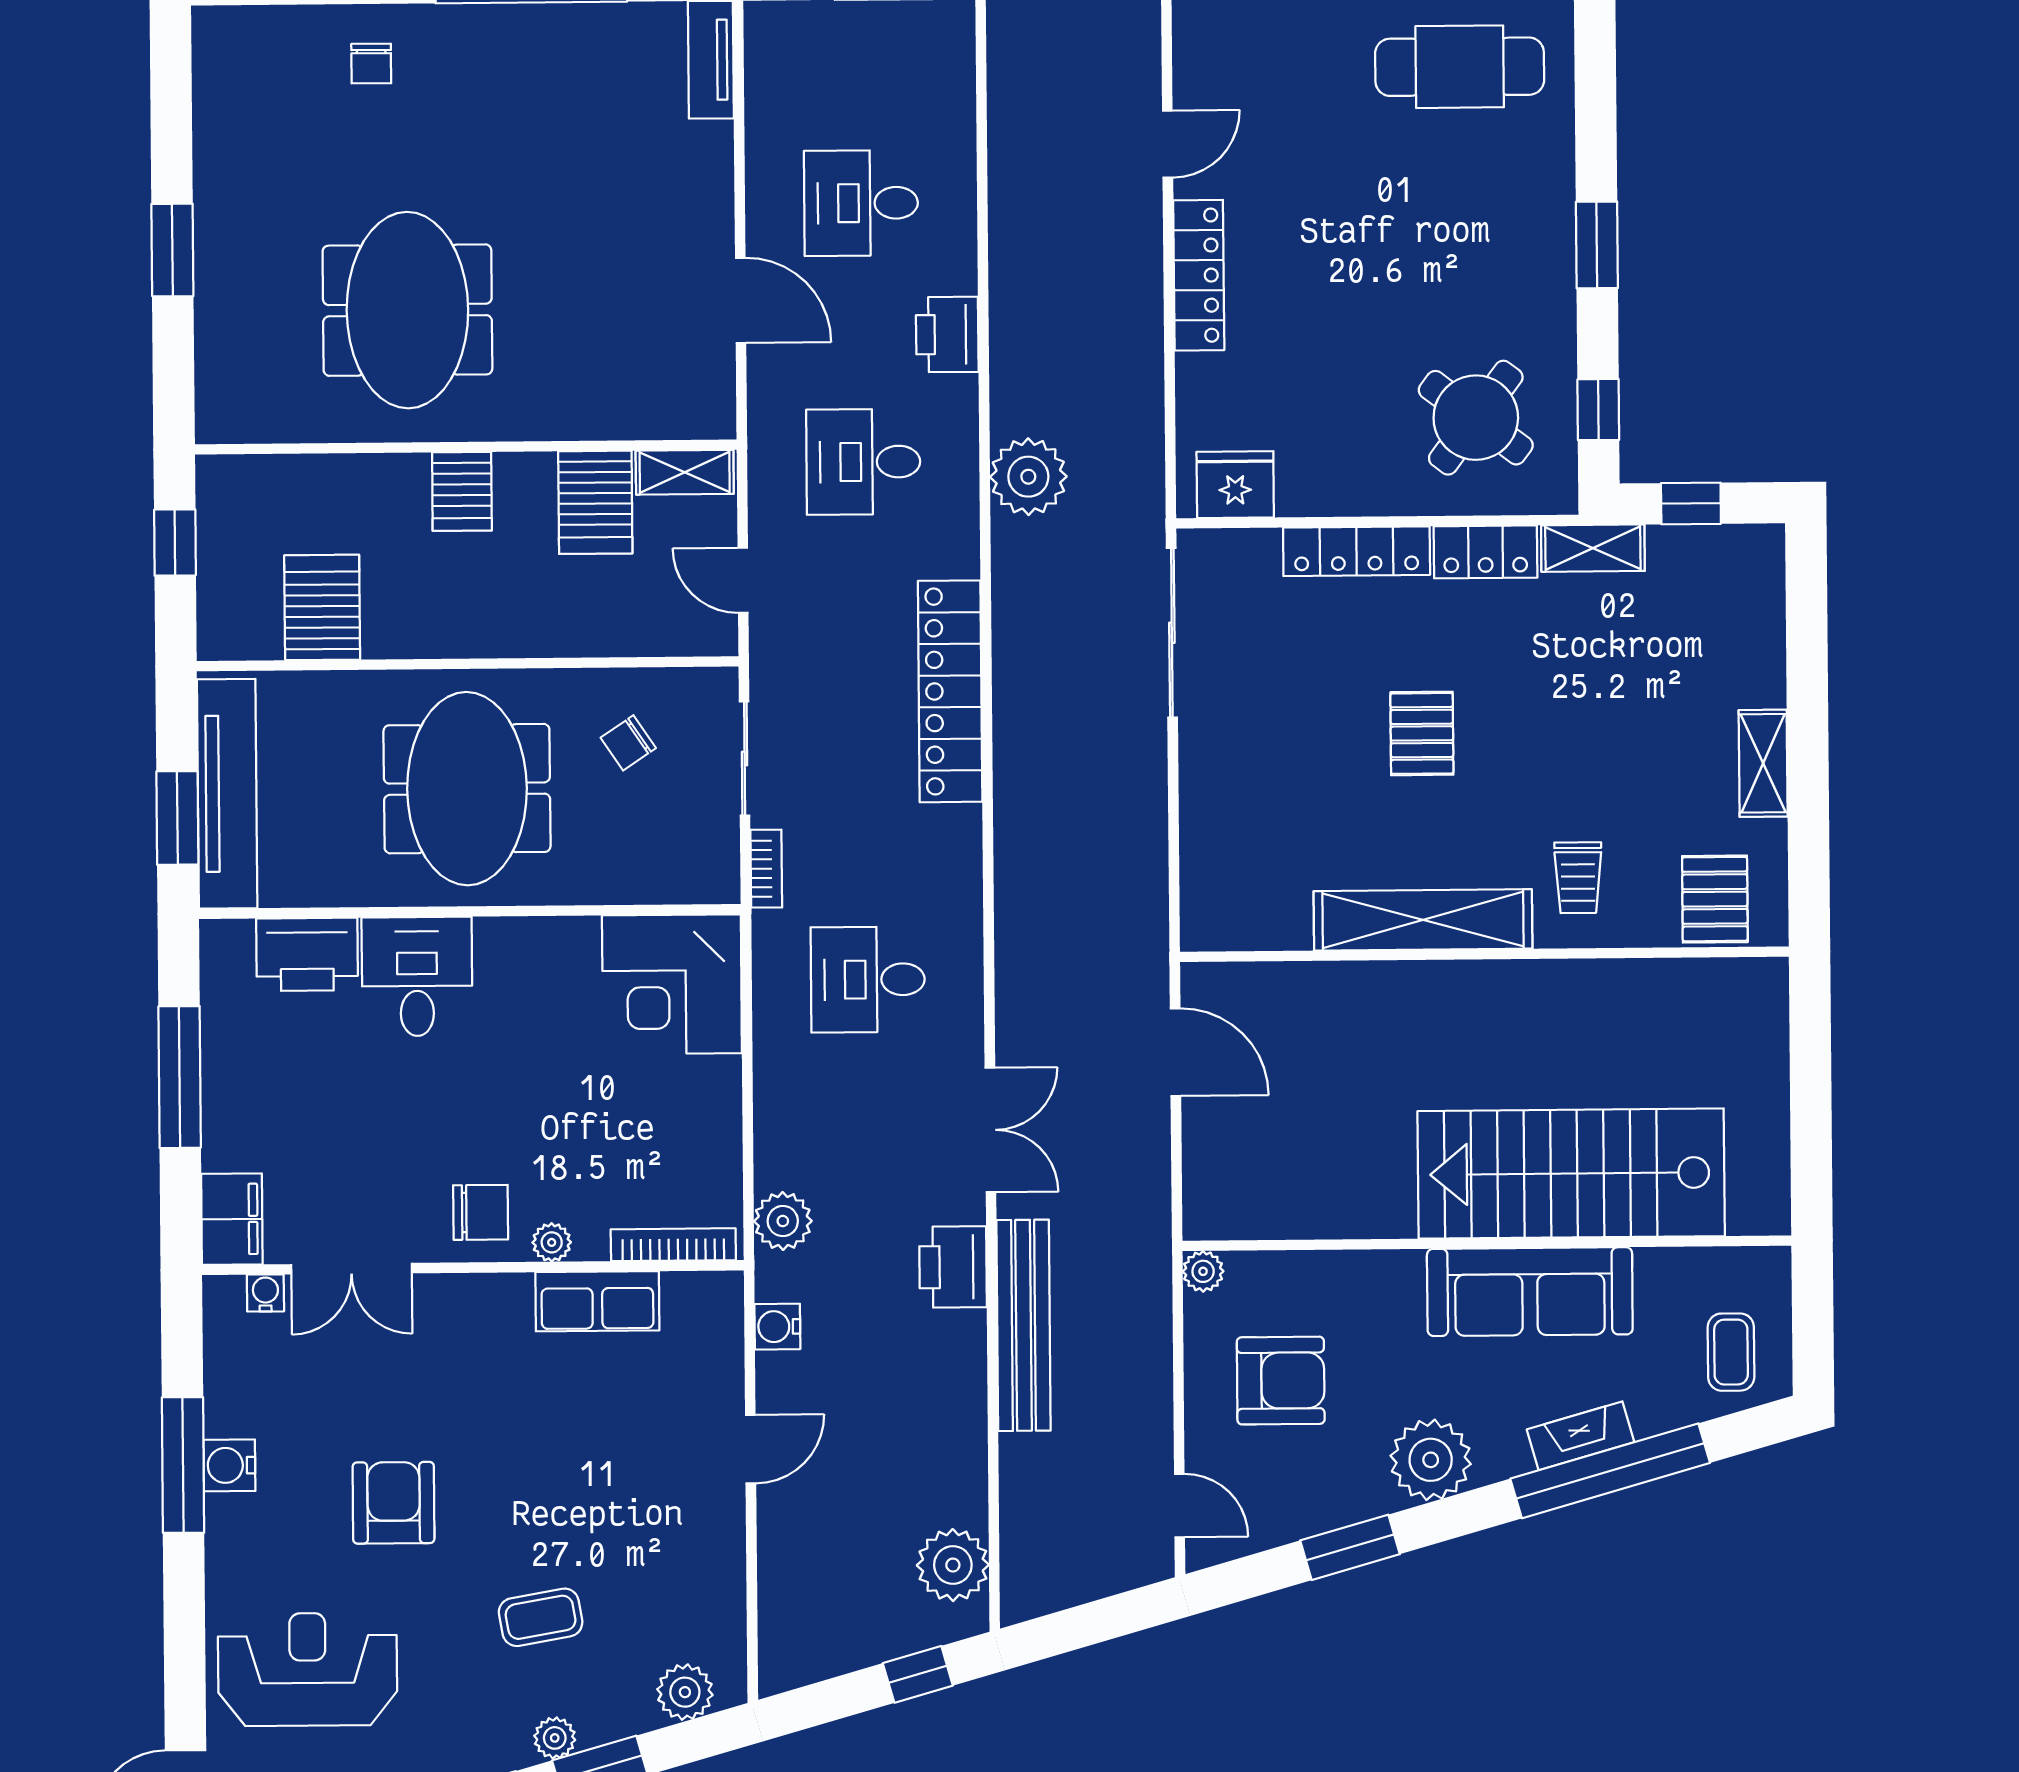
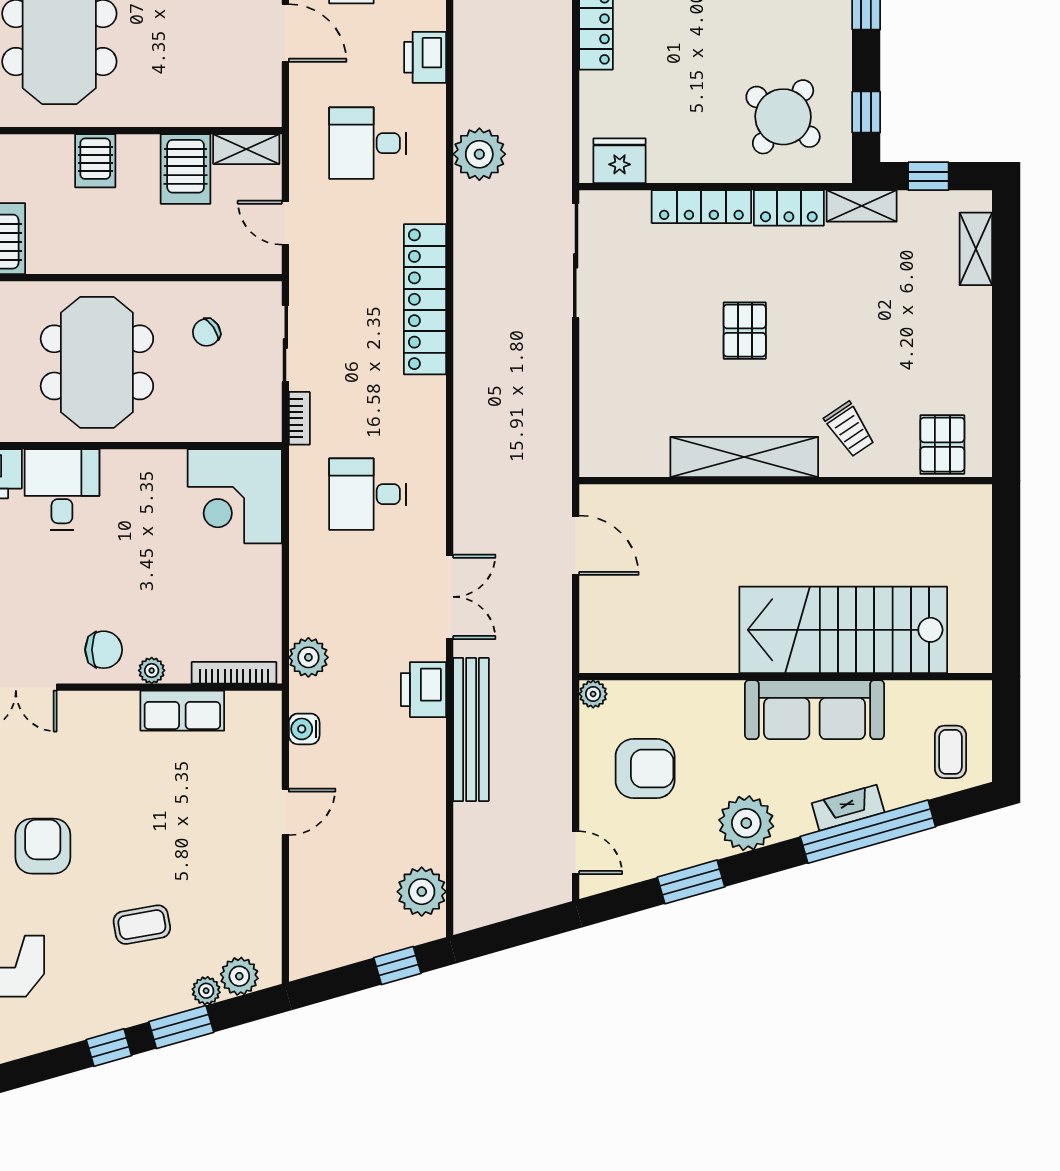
shelving: (1763, 763) -> (976, 249), moved
trolley: (1578, 878) -> (850, 429), turned -34
plant: (555, 1738) -> (206, 991), moved

